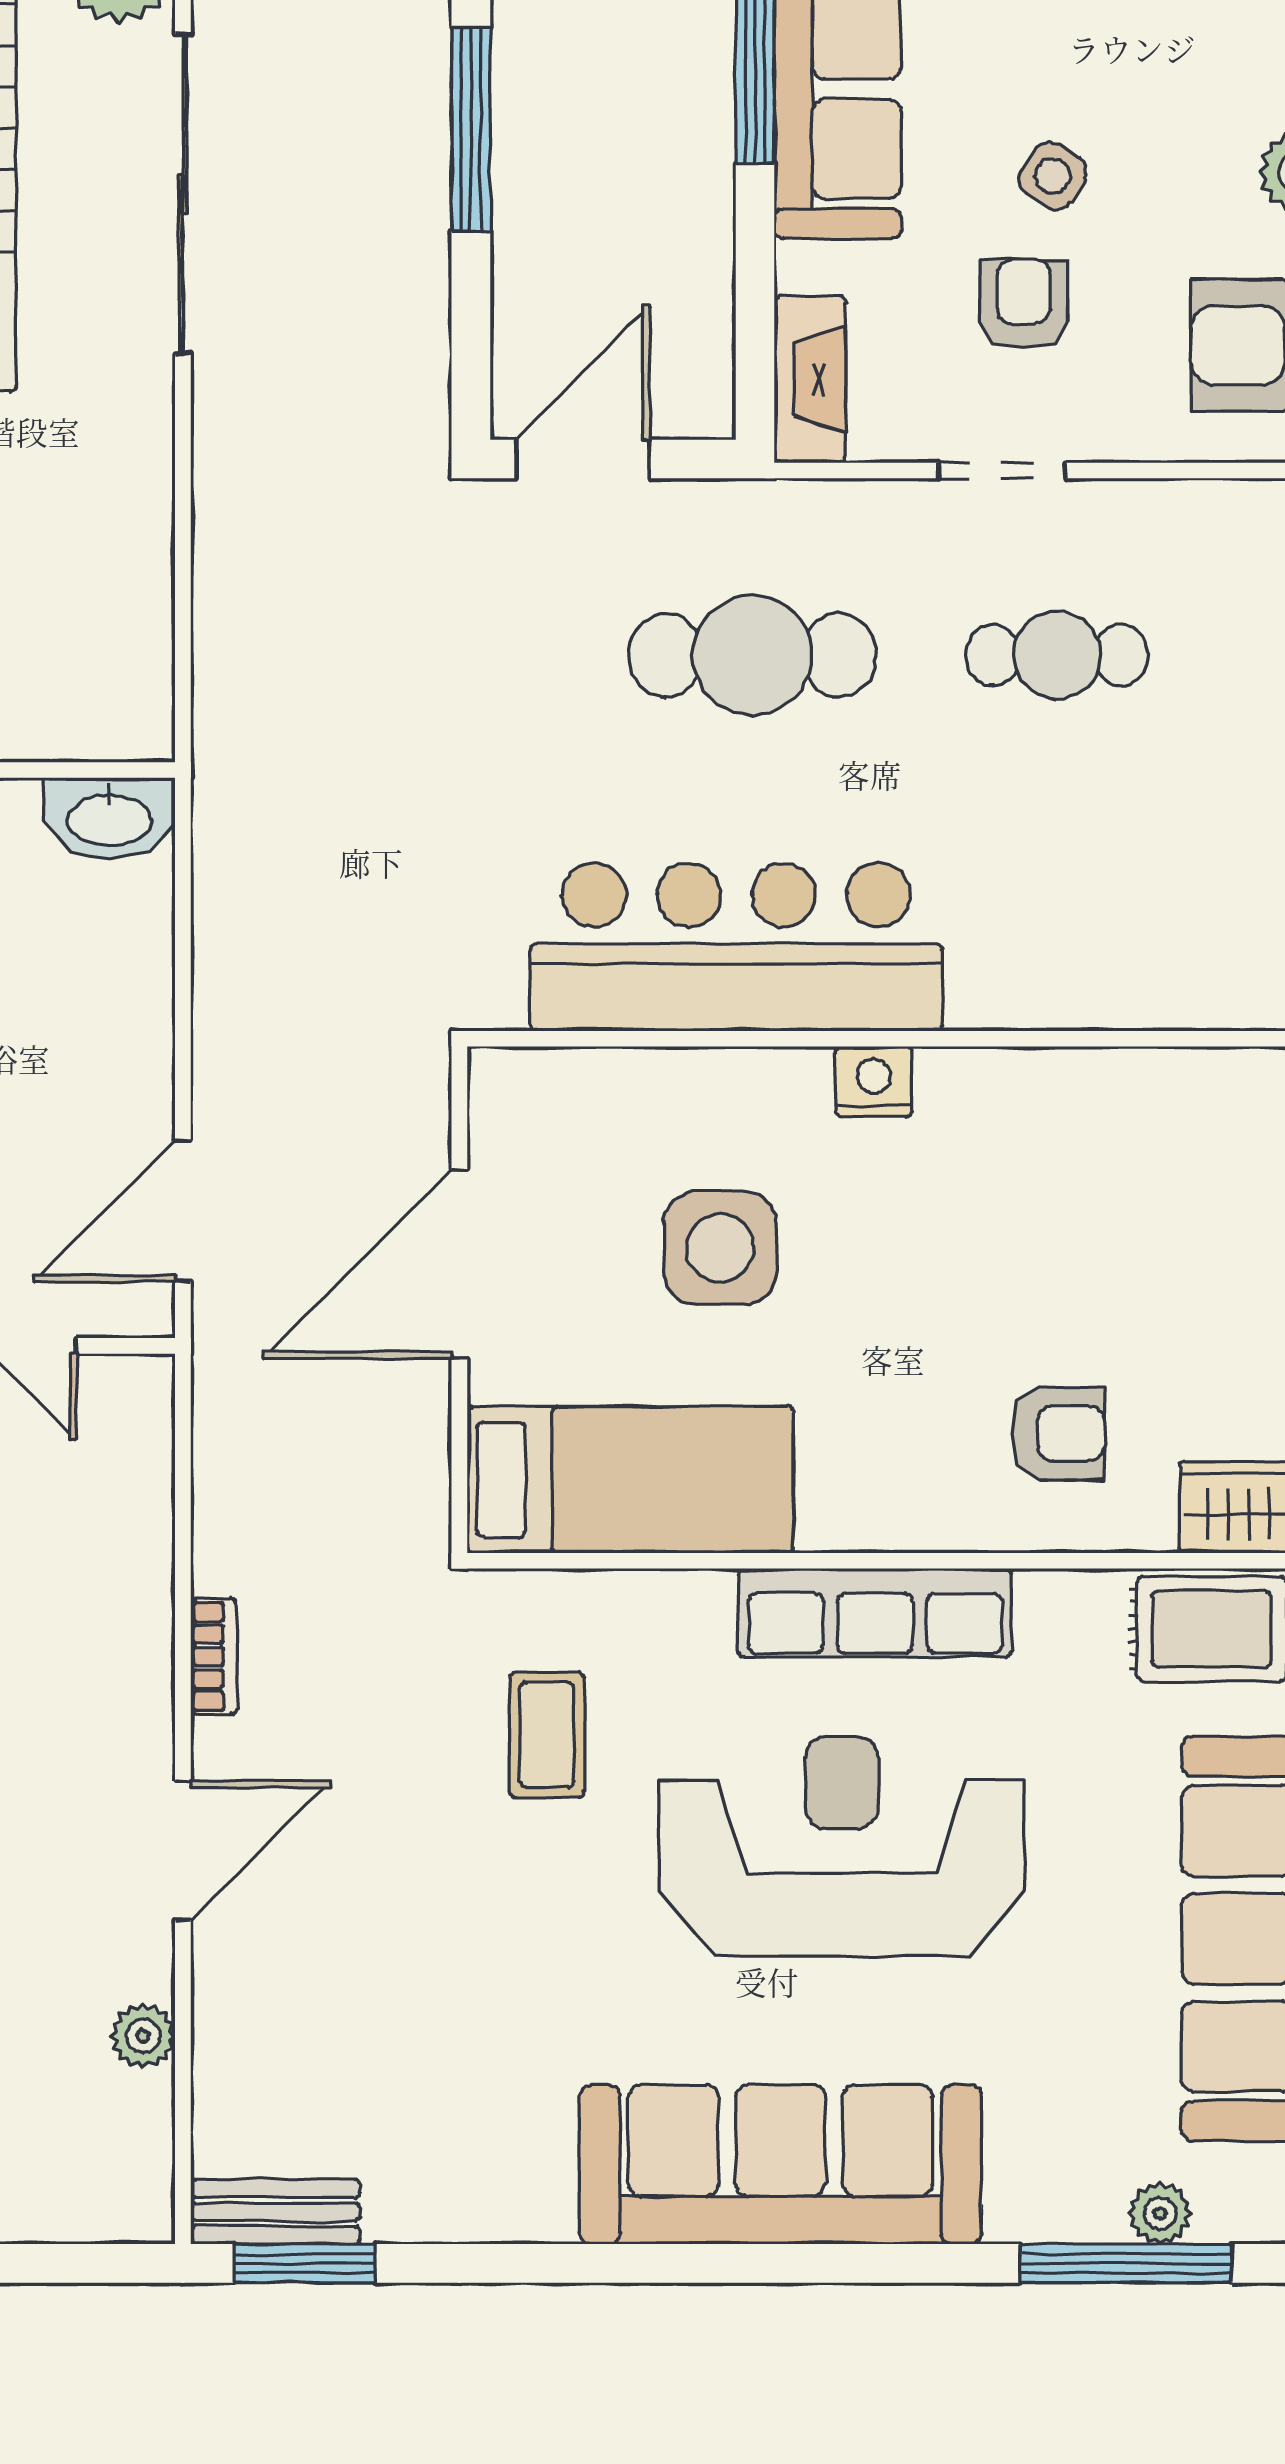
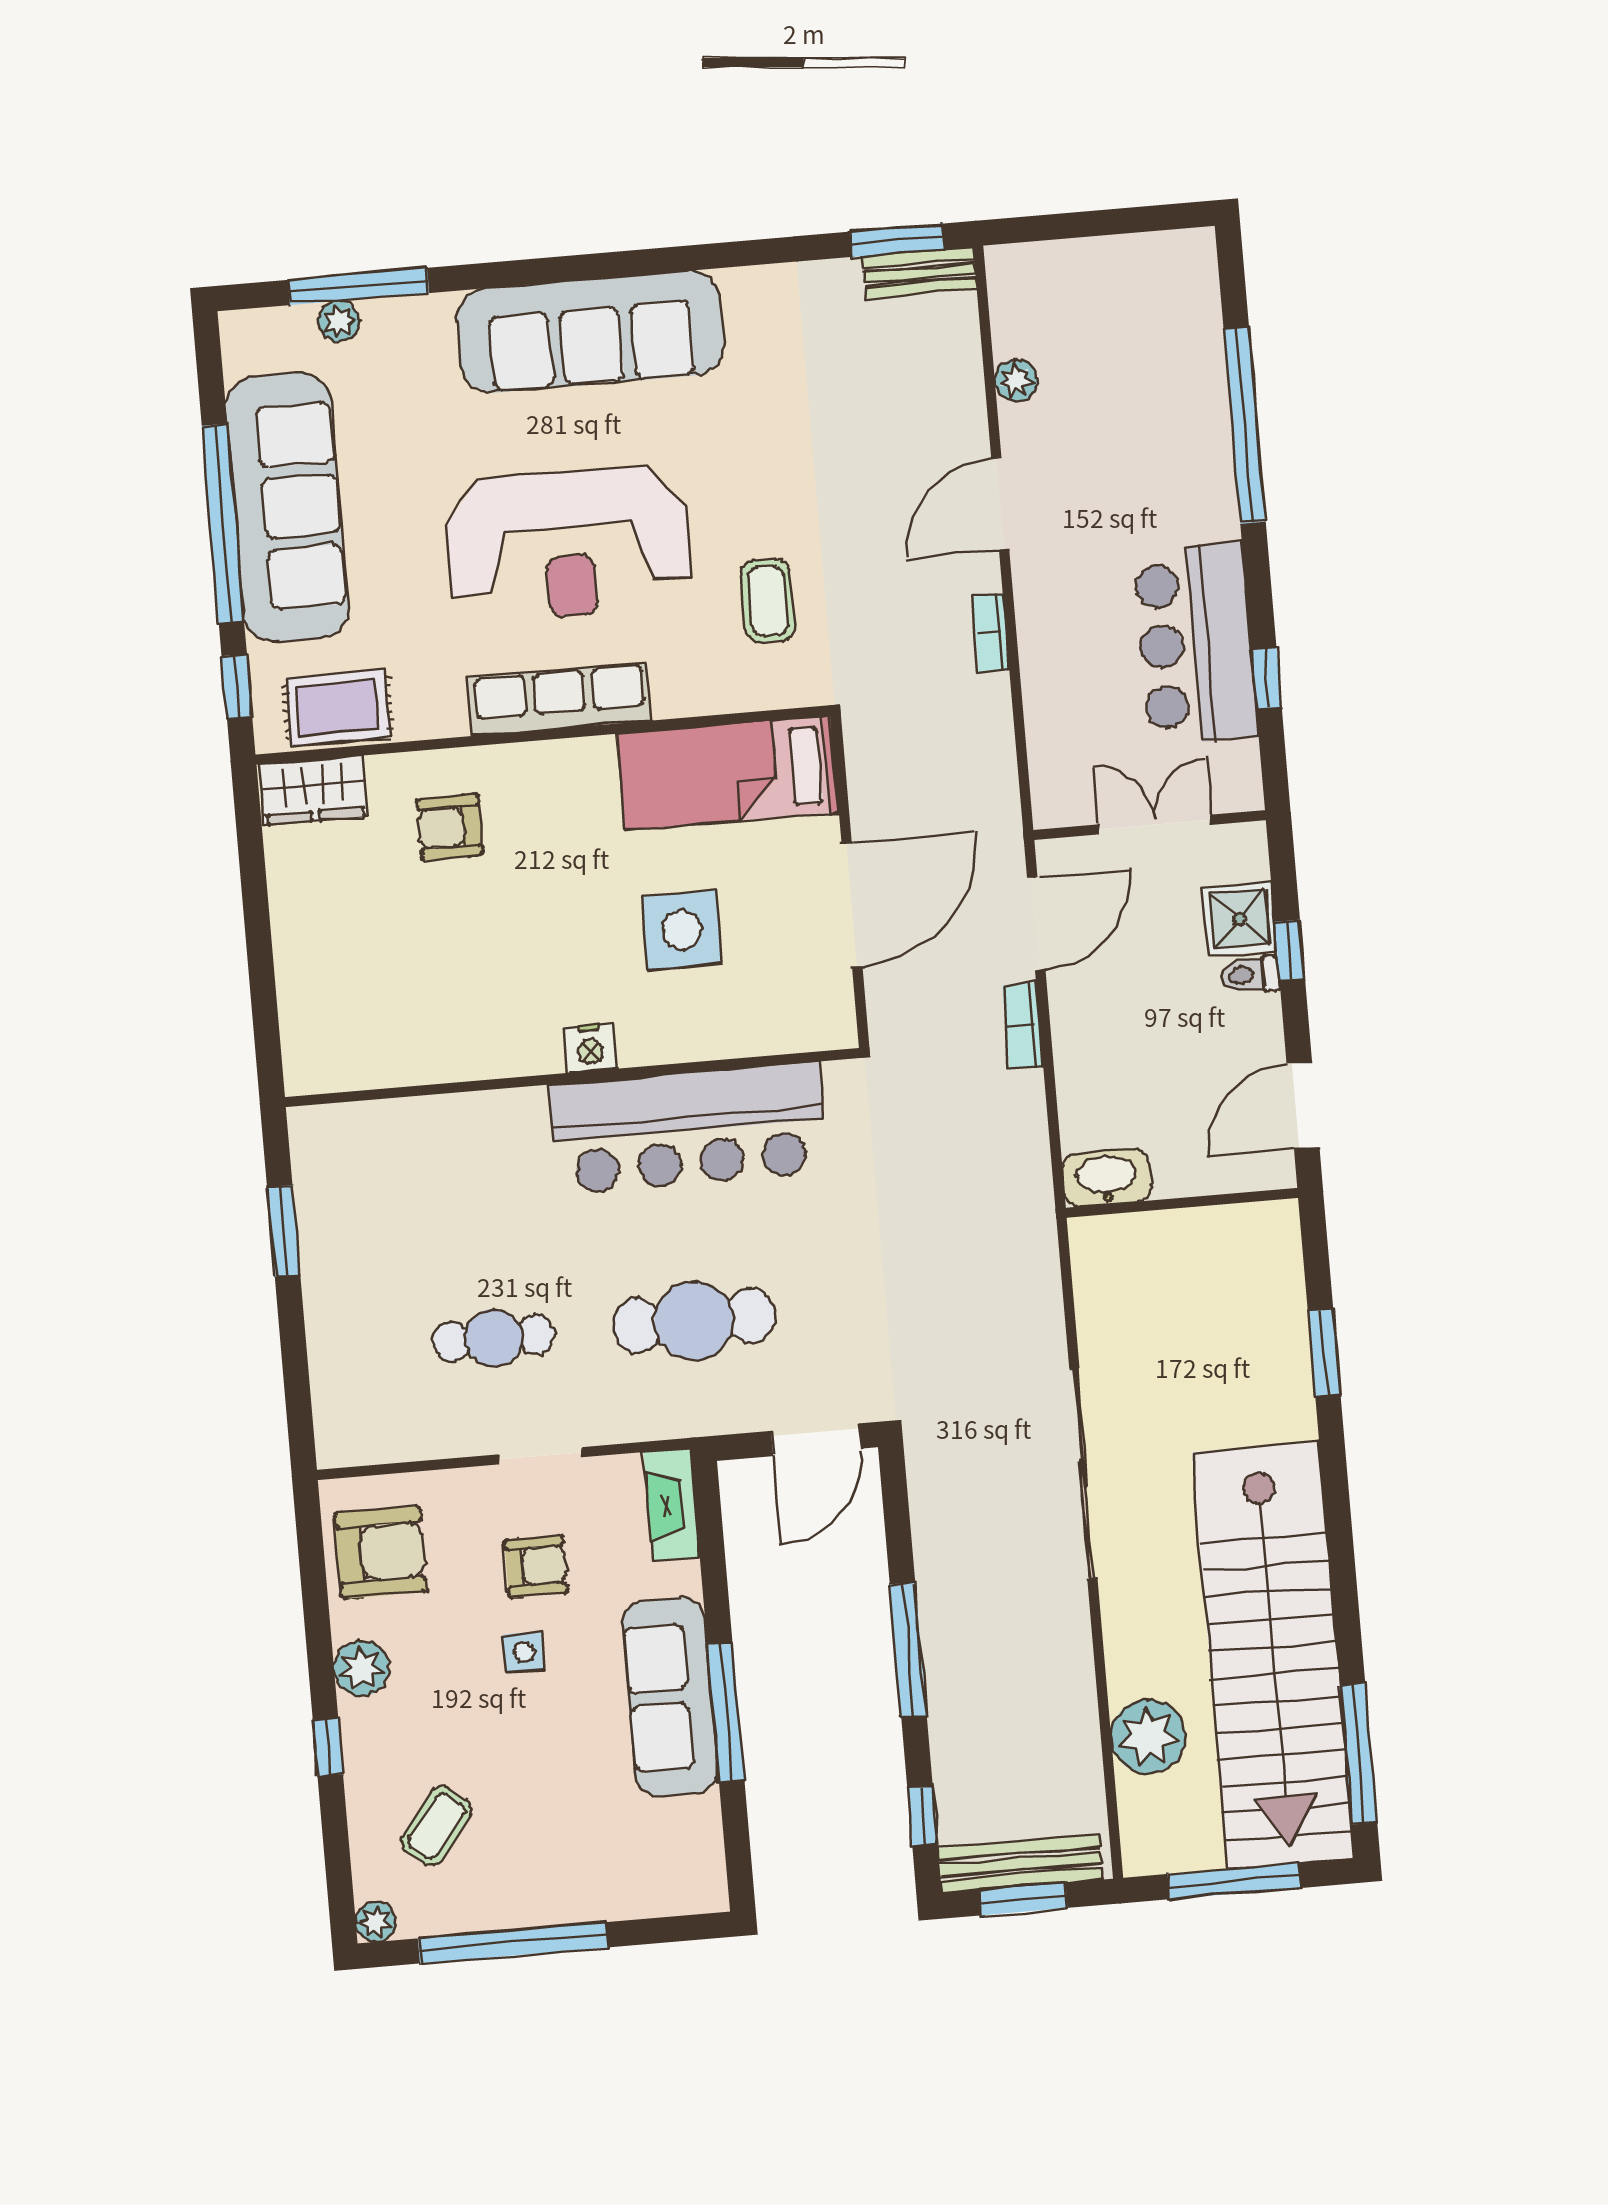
side table: (1053, 176) -> (524, 1652), turned -33
sliding door: (183, 194) -> (1083, 1474), moved
armchair: (1024, 304) -> (536, 1566), turned -90
bookcase: (216, 1058) -> (1023, 1026), added

